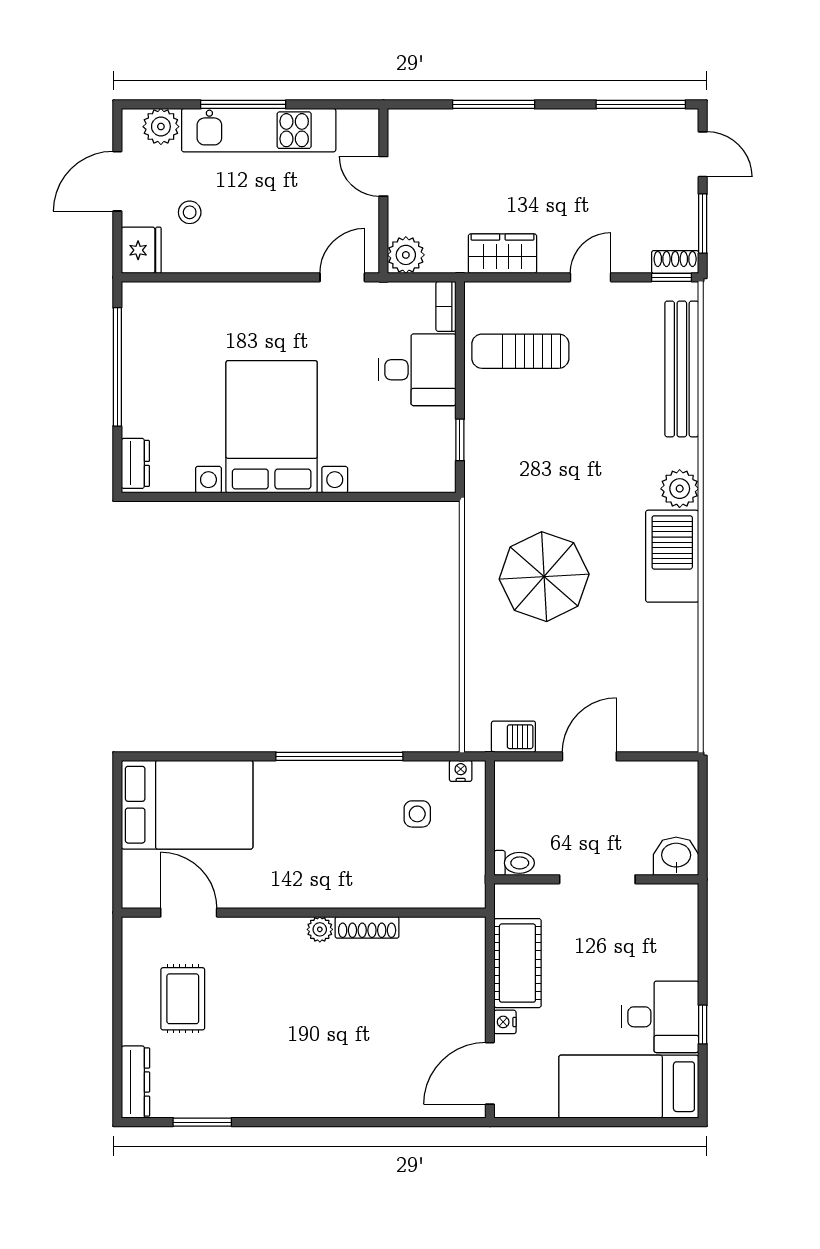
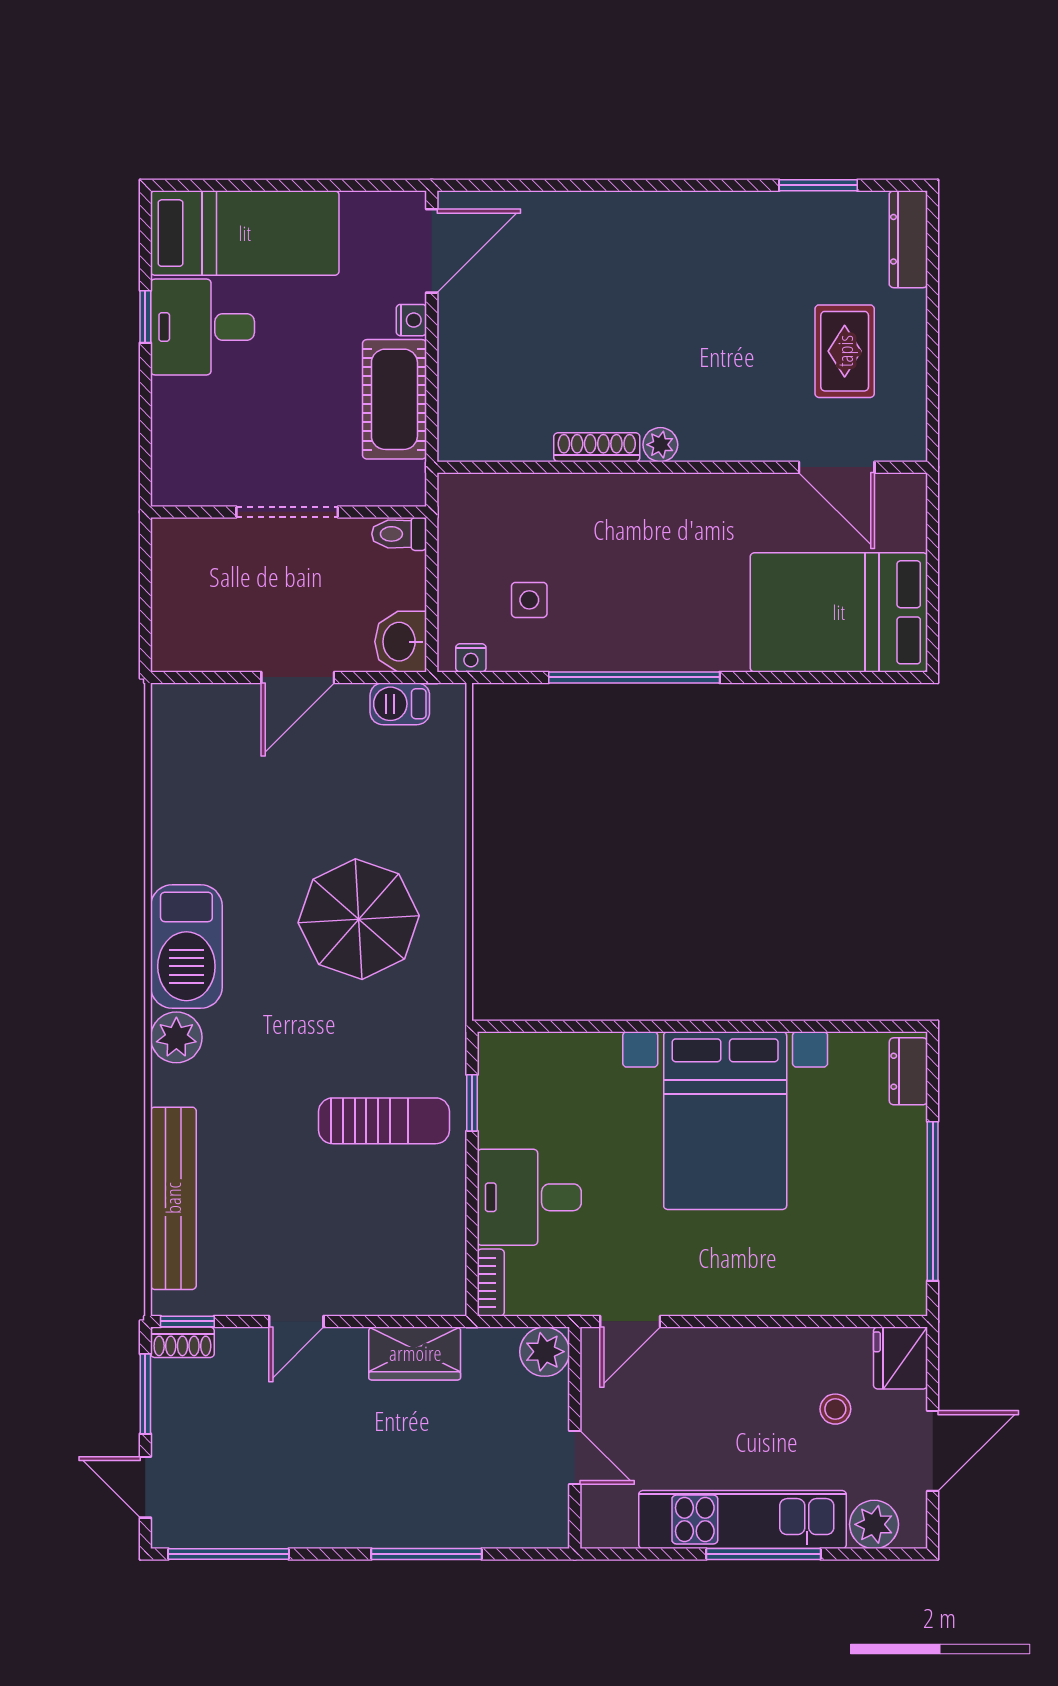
sun lounger: (520, 351) -> (384, 1121), moved
washbasin: (676, 856) -> (401, 642), moved, turned 90

